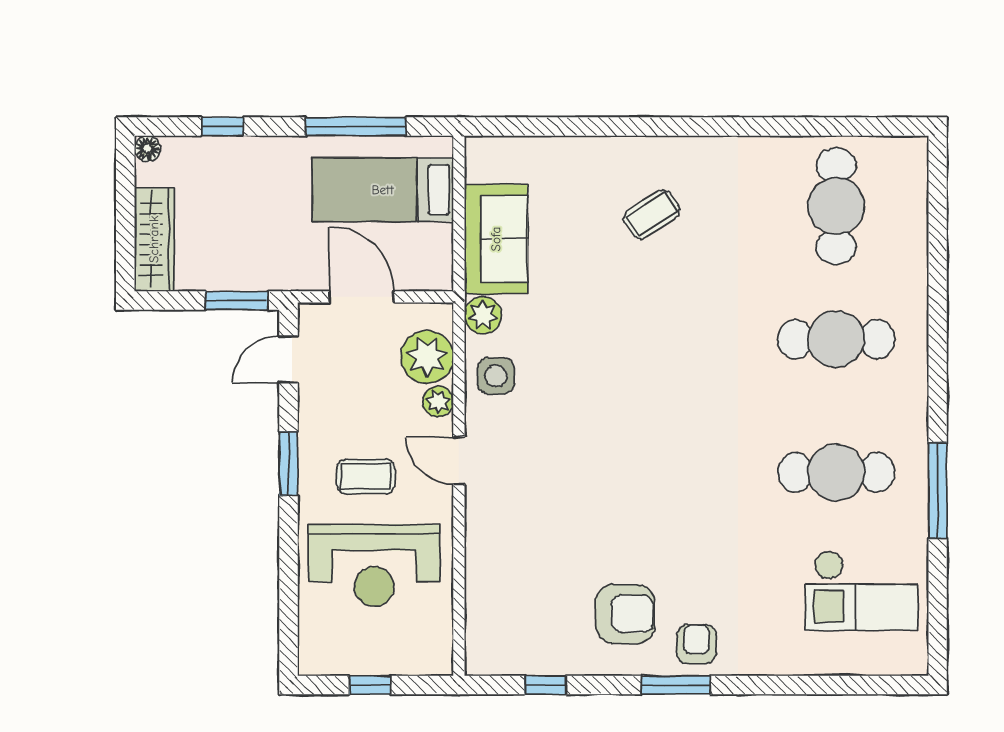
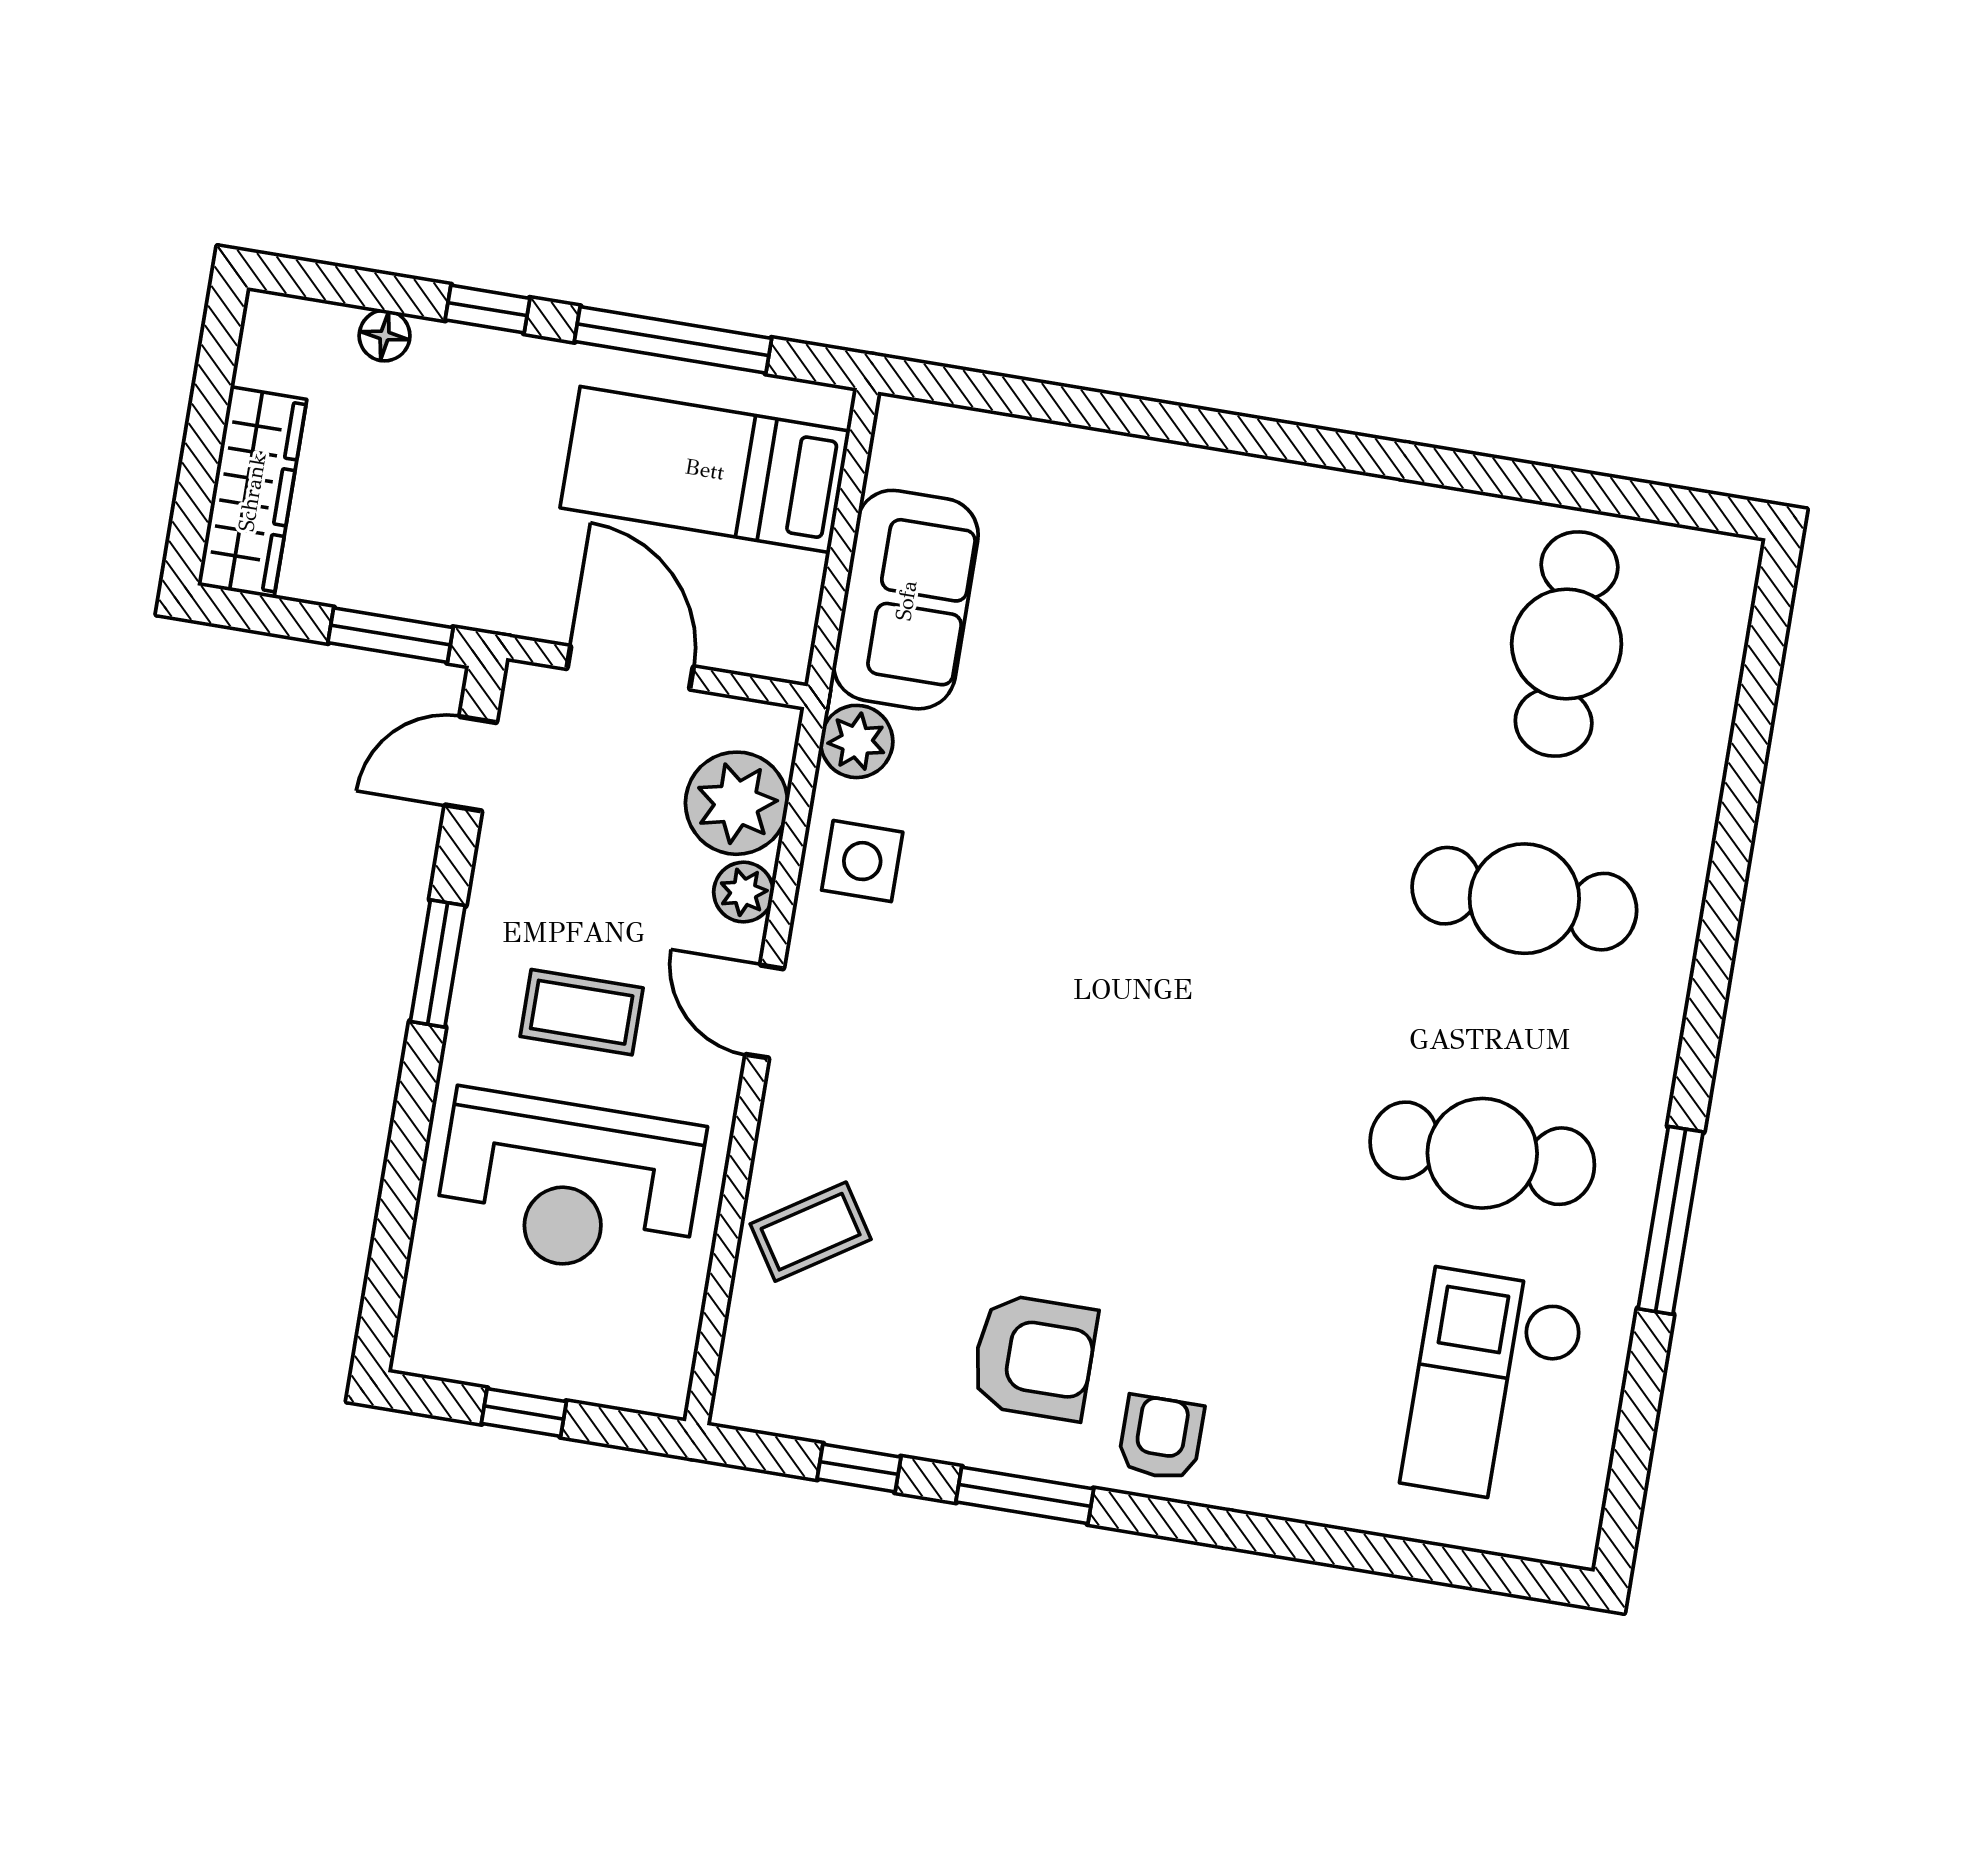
window: (222, 126) -> (487, 309), moved
floor lamp: (147, 149) -> (385, 336), moved
coffee table: (652, 214) -> (811, 1232), moved
checkout: (862, 590) -> (1493, 1387), turned 90
window: (676, 685) -> (1025, 1495), moved

